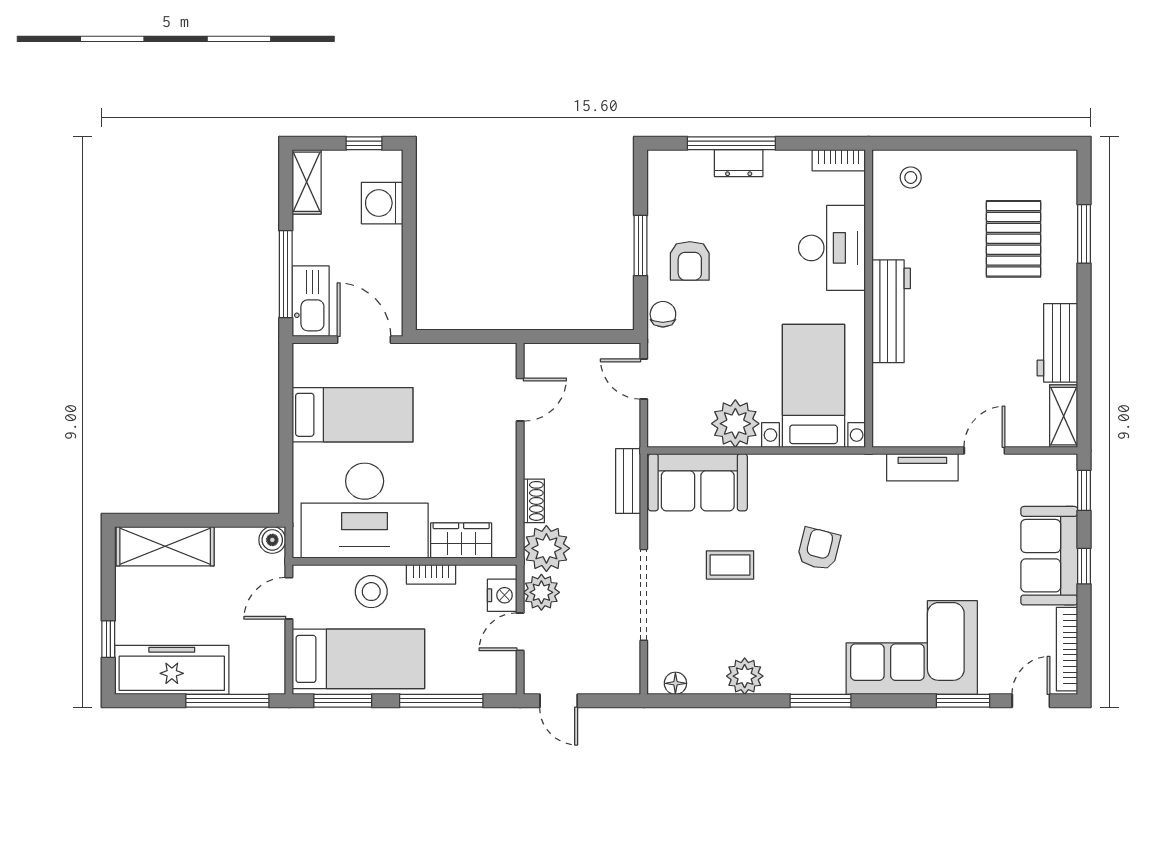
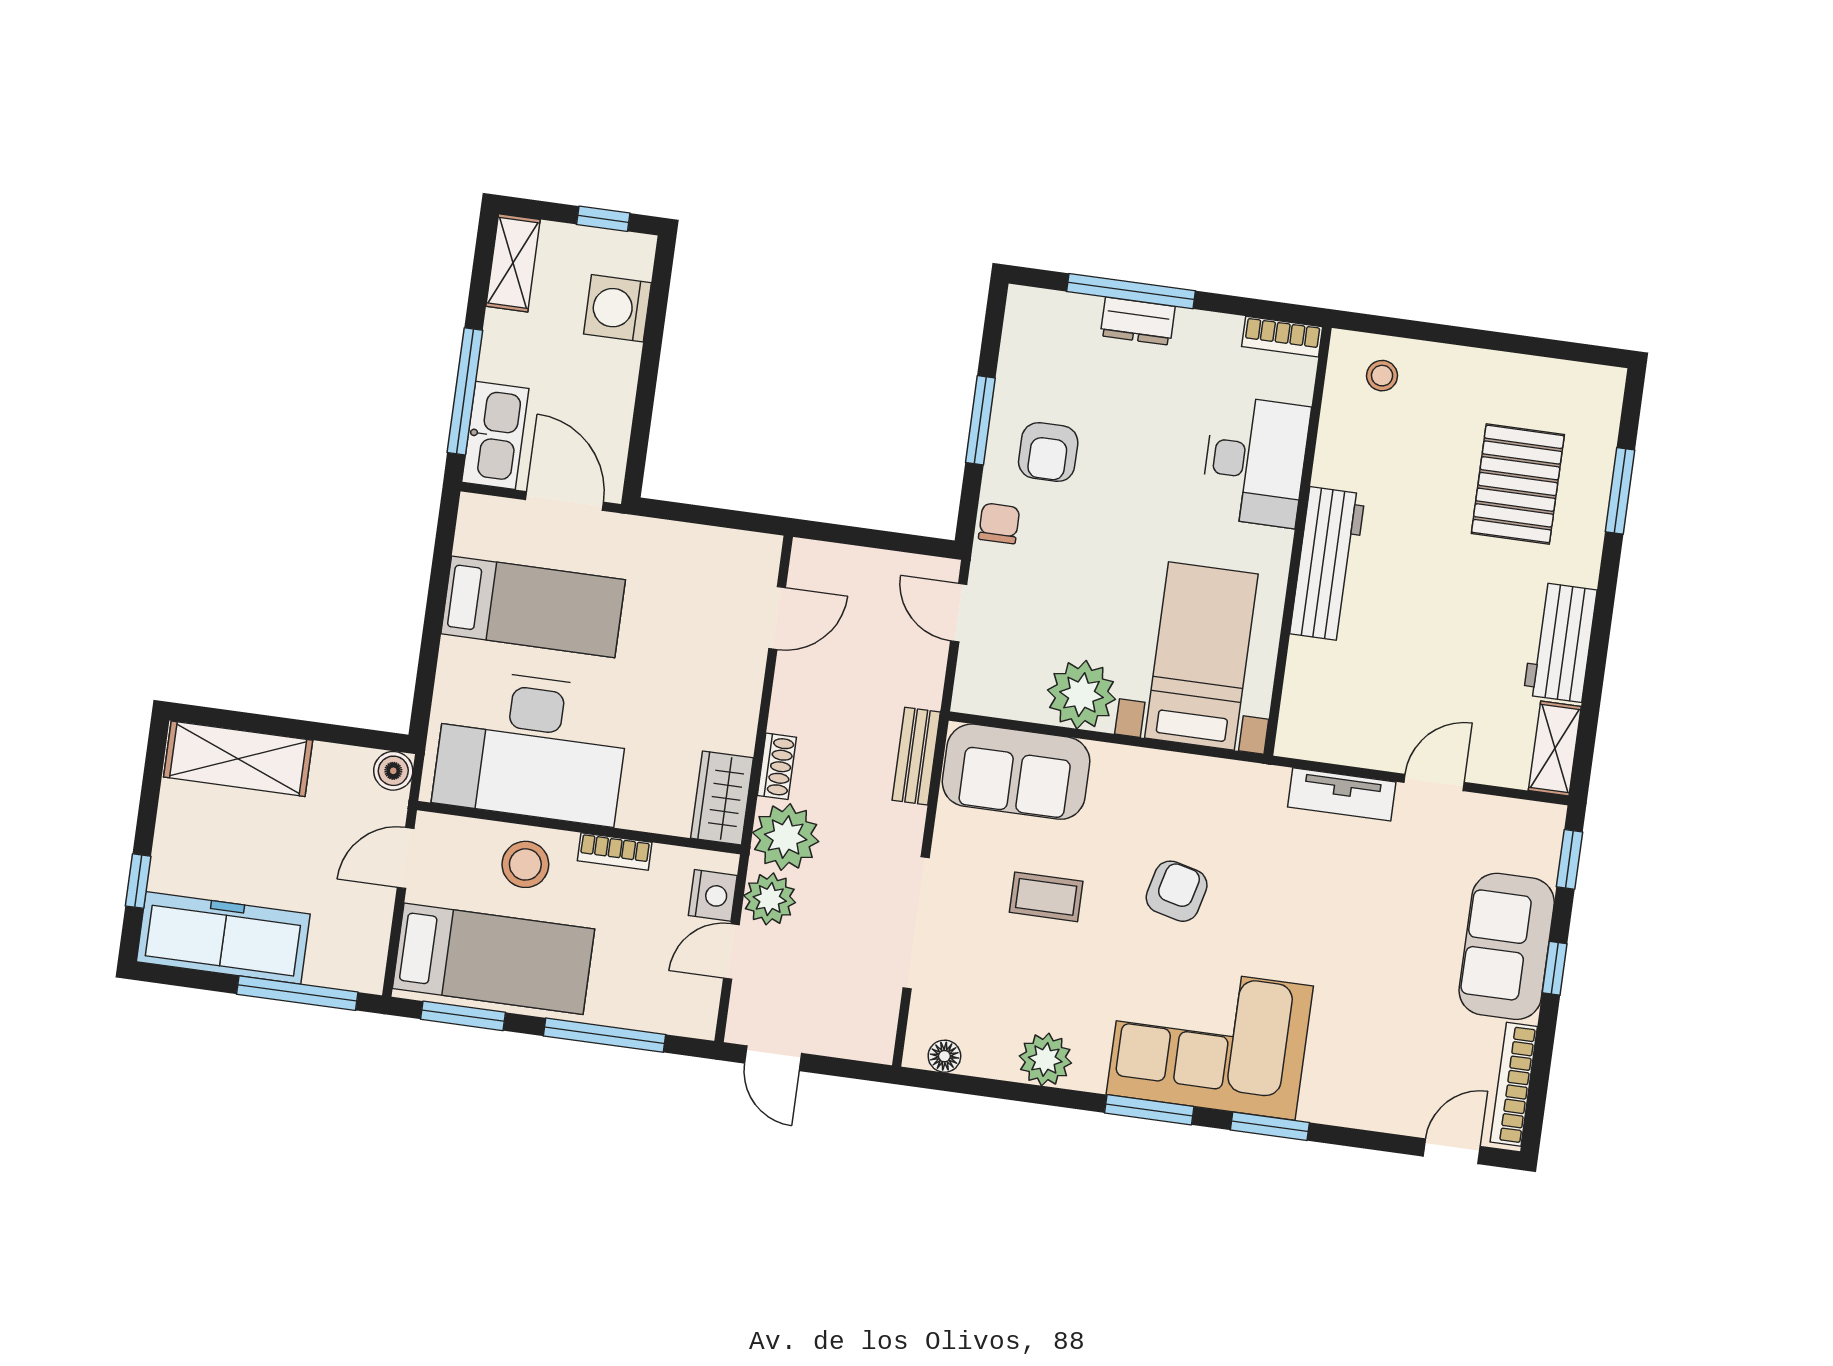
wardrobe: (461, 541) -> (722, 798), moved, turned -90
corner sofa: (912, 648) -> (1210, 1040), moved
window: (963, 701) -> (1270, 1126), moved

